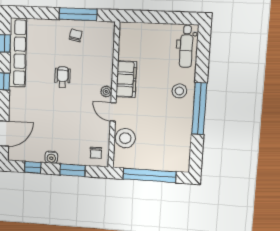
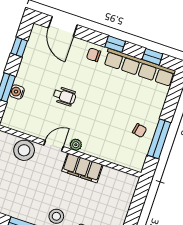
wheelchair: (63, 77) -> (64, 96), moved
chair: (96, 153) -> (94, 55), moved
water cooler: (51, 157) -> (17, 92), moved

